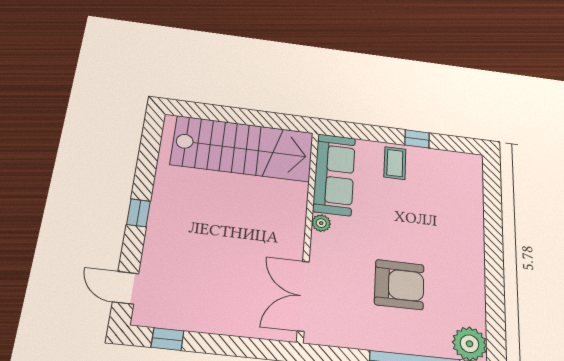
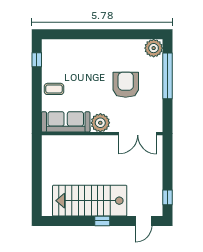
window: (417, 139) -> (37, 60), moved
stairs: (243, 149) -> (90, 201), moved, turned -90
plant: (321, 223) -> (100, 123), width x1.87, depth x1.87

